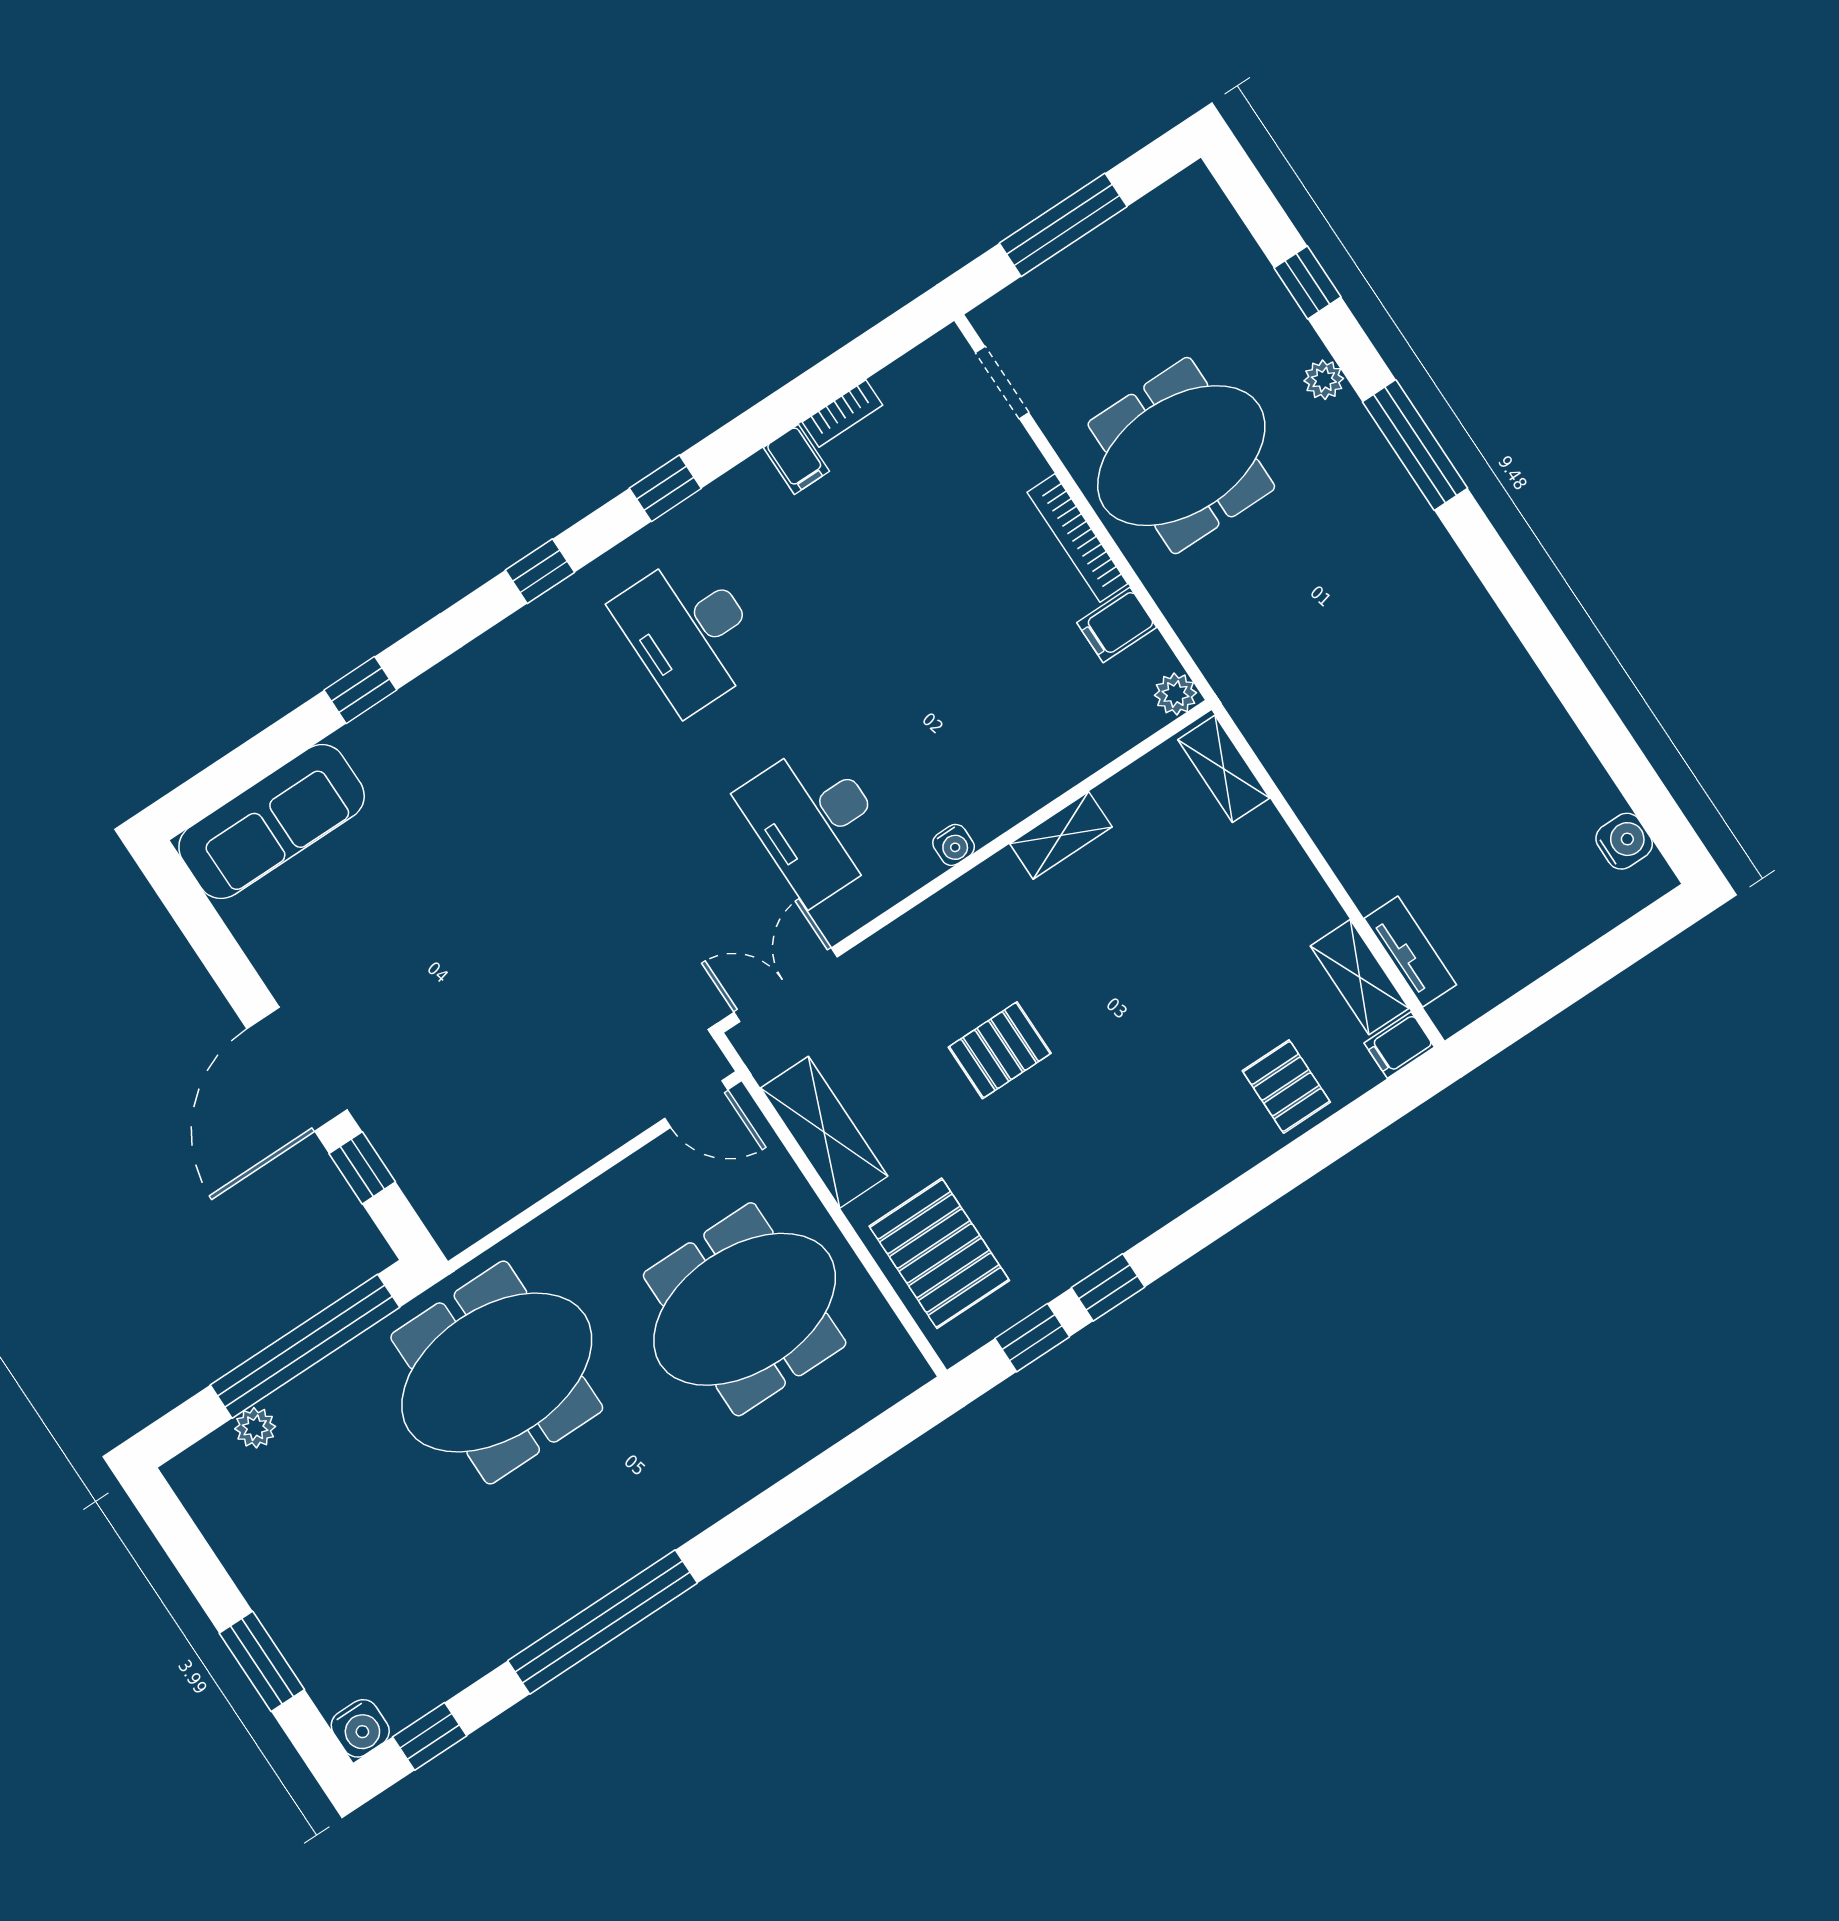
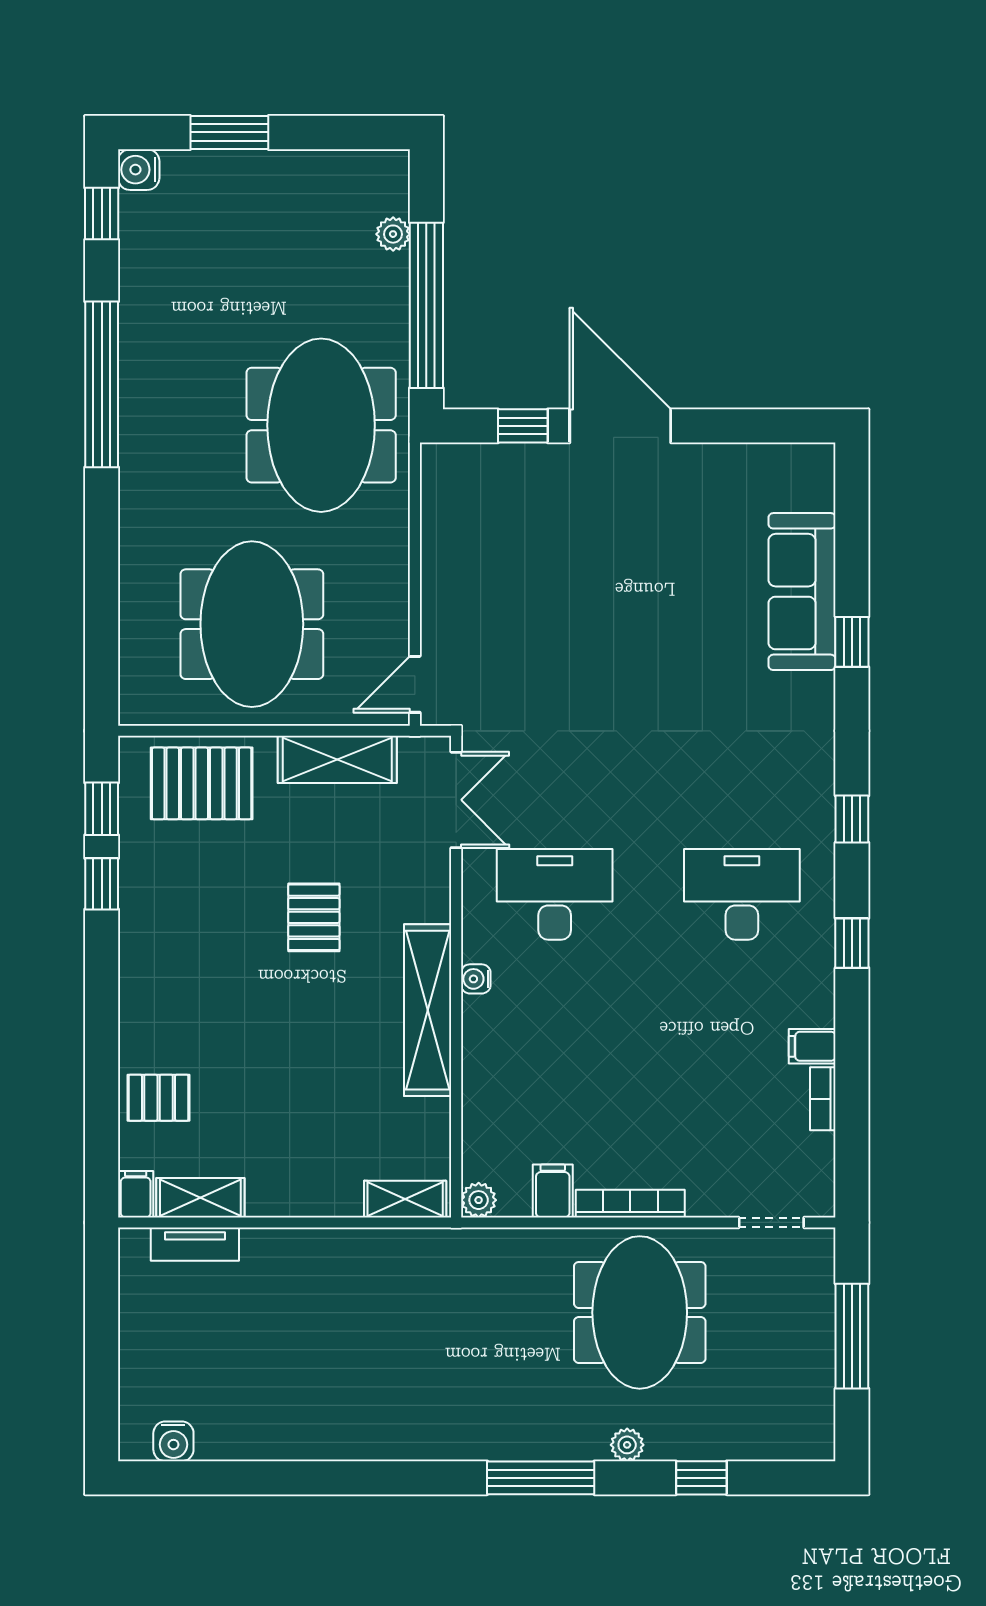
sofa: (272, 822) -> (802, 592), moved
shelving: (1061, 835) -> (428, 1010), width x2.20, depth x1.33

